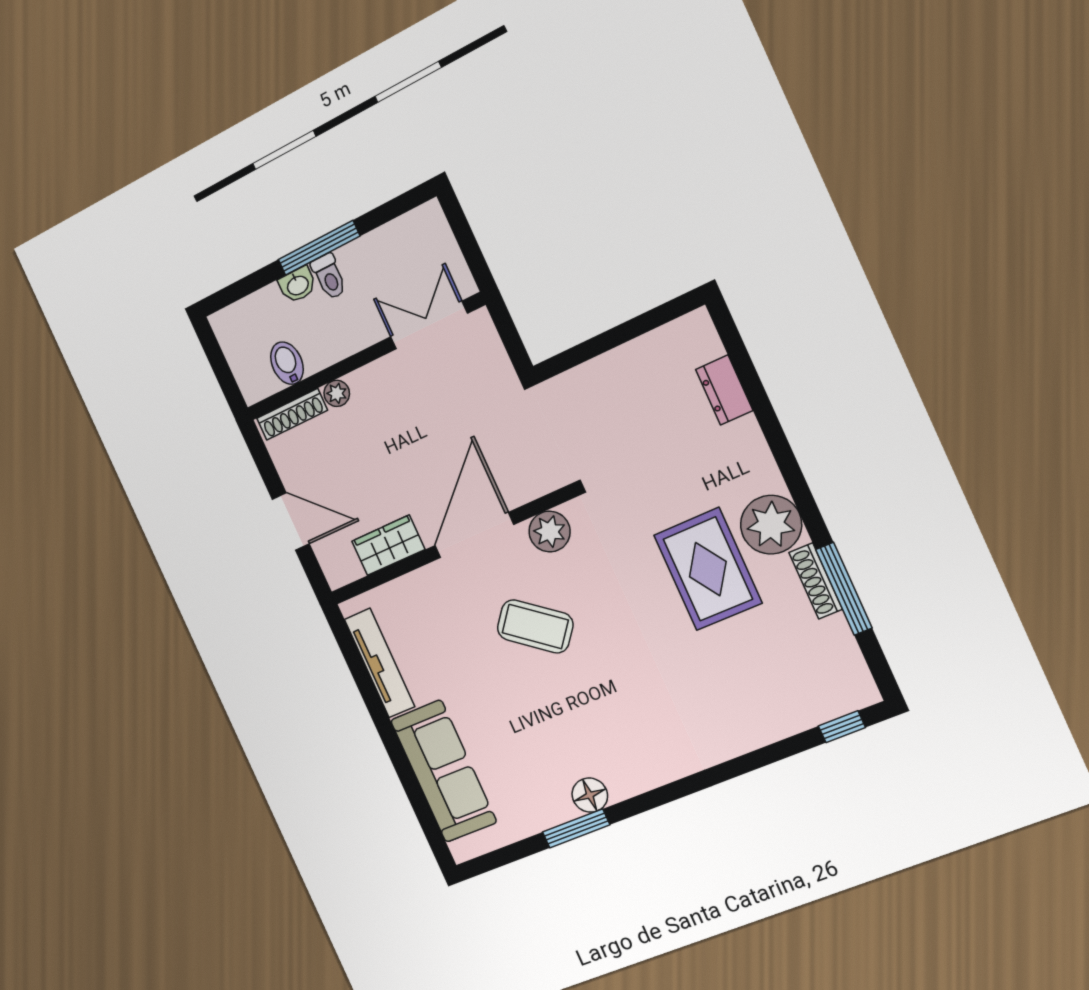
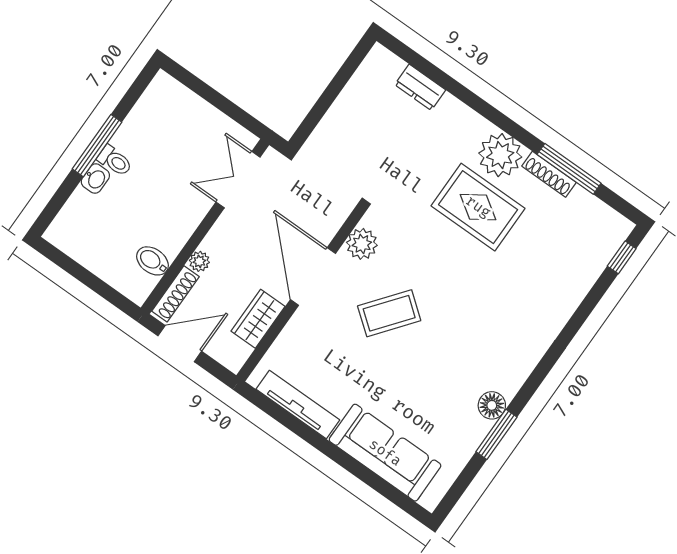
double door: (429, 325) -> (238, 180), moved
wall: (364, 357) -> (205, 226), moved
bidet: (287, 363) -> (152, 261), moved
plant: (337, 393) -> (199, 261), moved
shoe rack: (292, 414) -> (175, 294), moved

